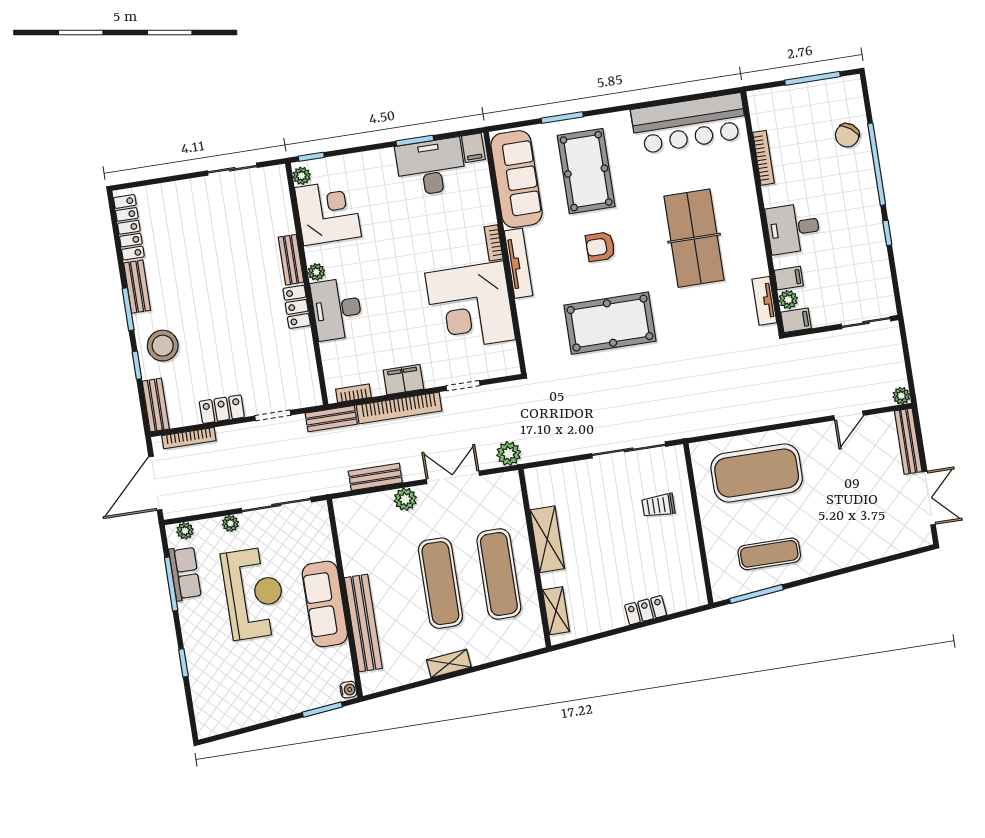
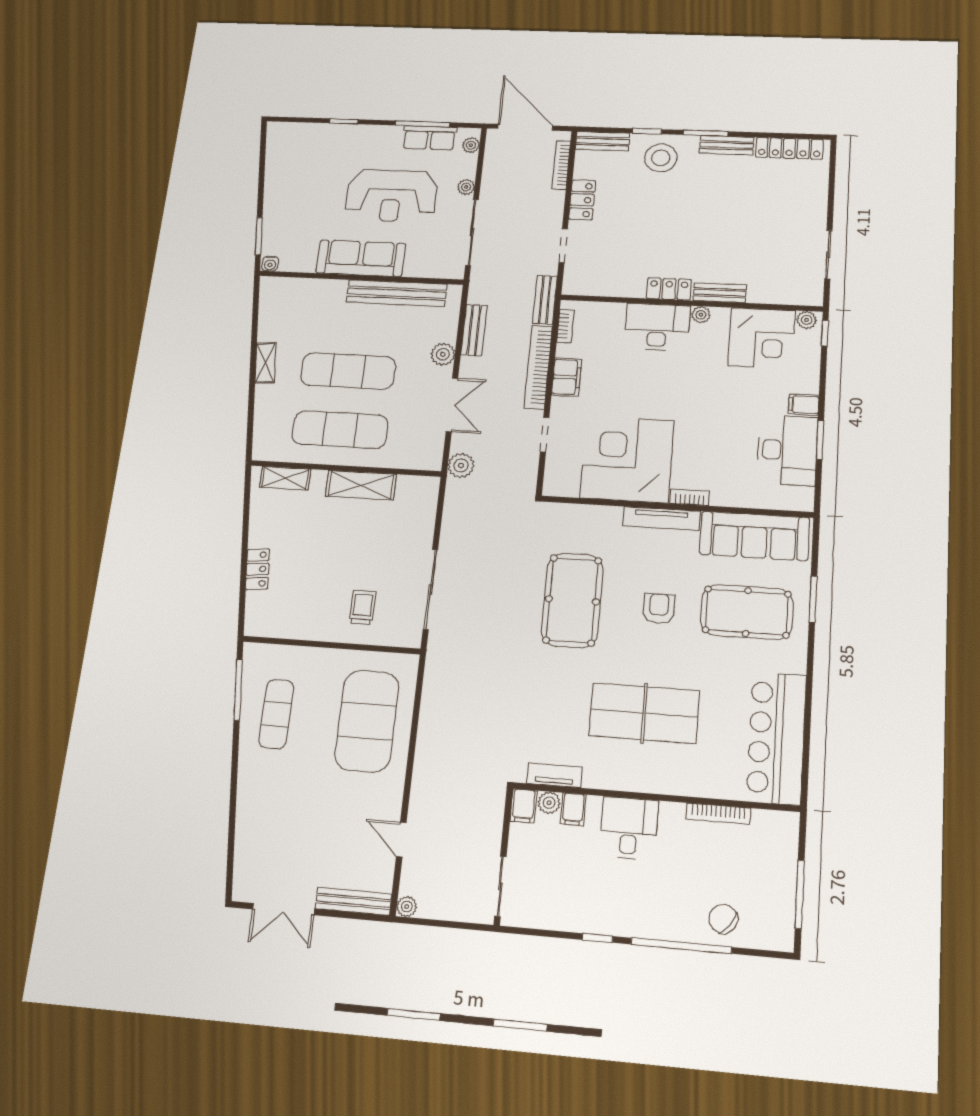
filing cabinet: (473, 148) -> (804, 405), moved
bench: (363, 623) -> (396, 293), moved

